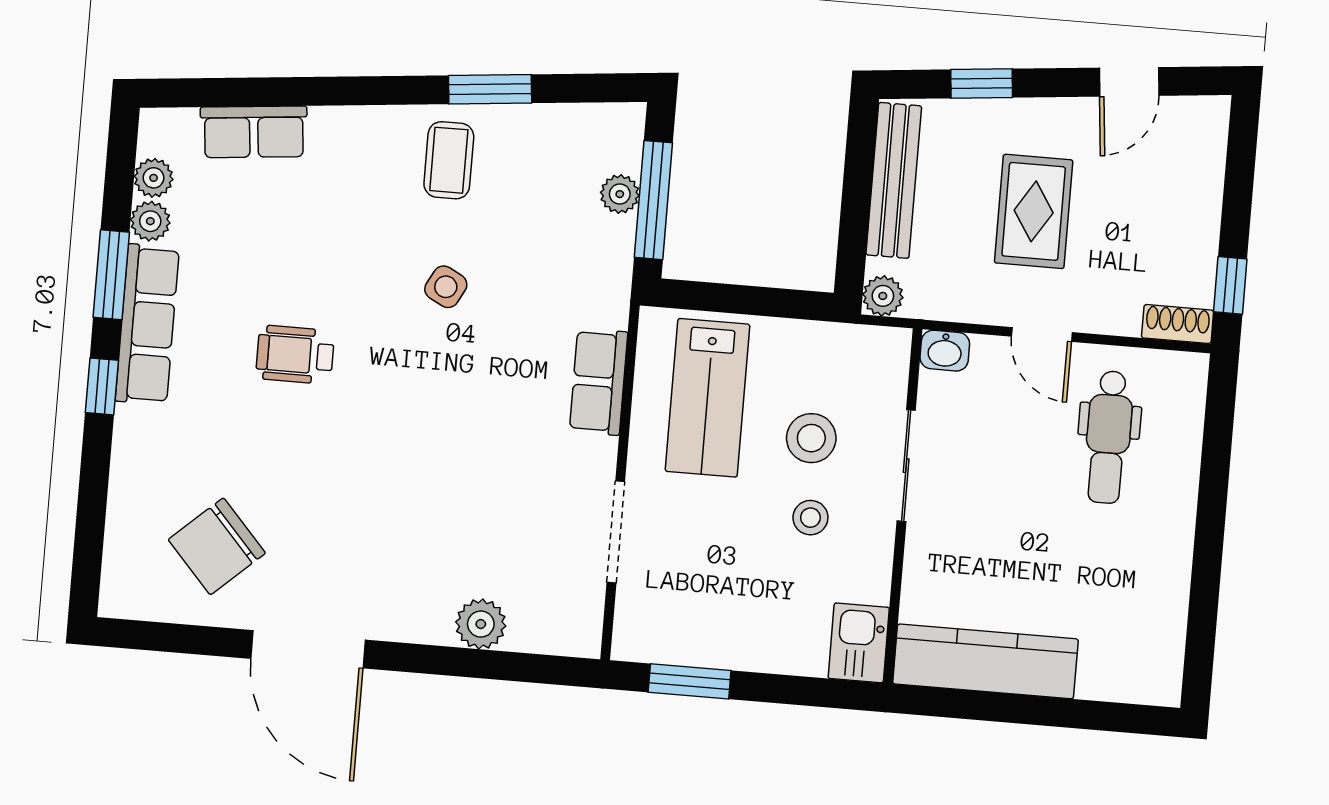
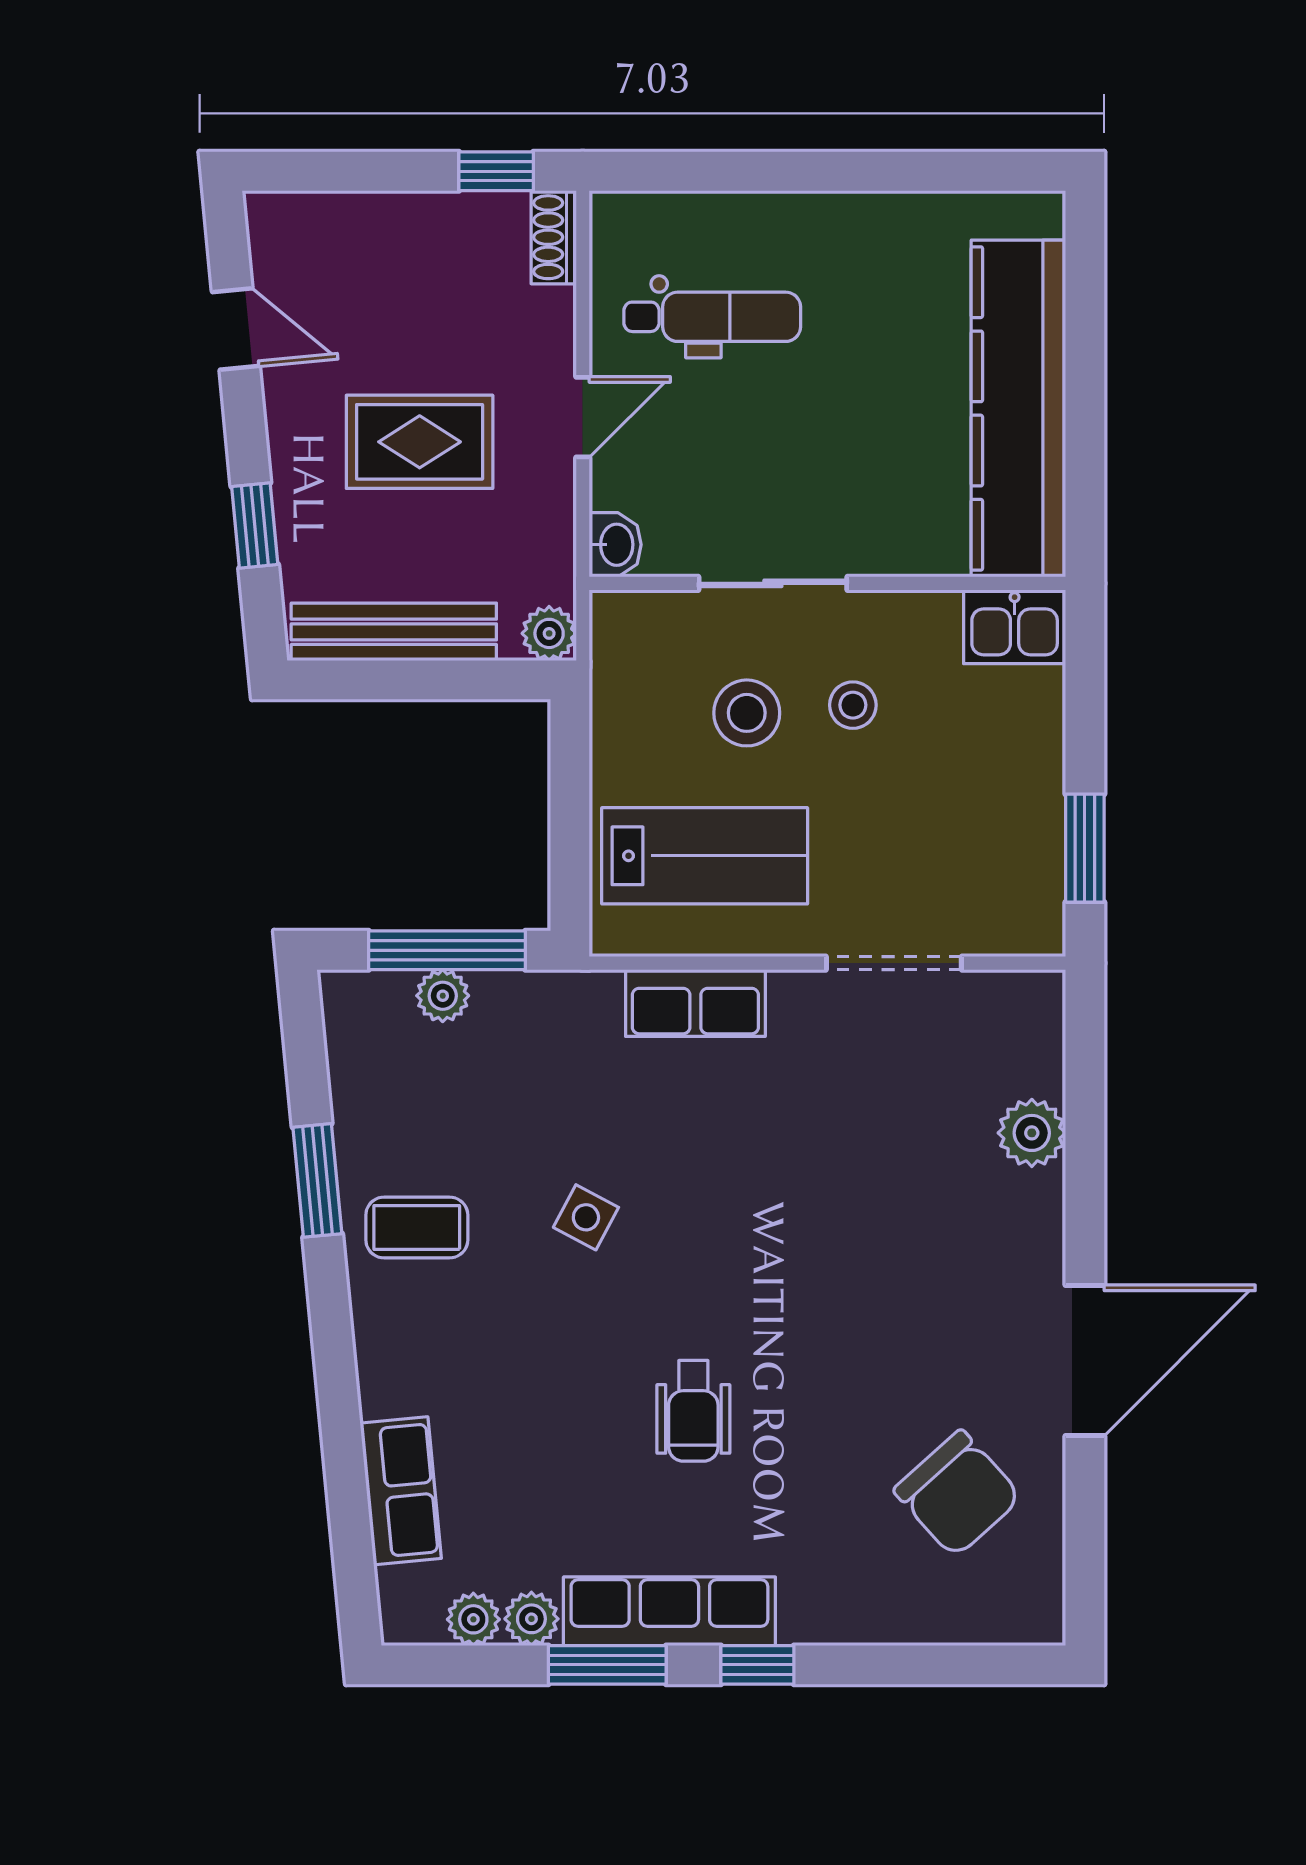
kitchen counter: (985, 661) -> (1018, 408), width x1.39, depth x1.17

